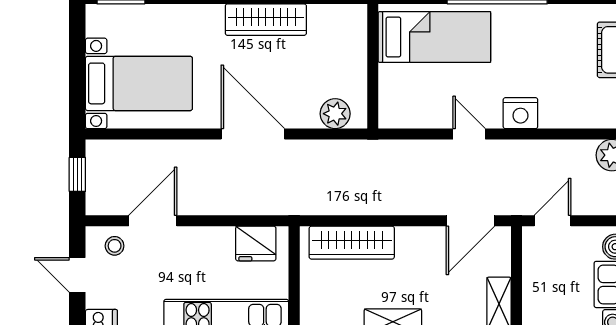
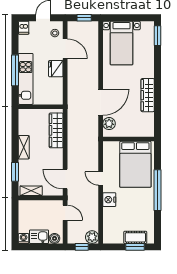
bed: (434, 37) -> (135, 164), width x1.50
door: (253, 134) -> (101, 102), moved
door: (469, 134) -> (101, 179), swing flipped
fridge: (256, 244) -> (56, 69), moved

